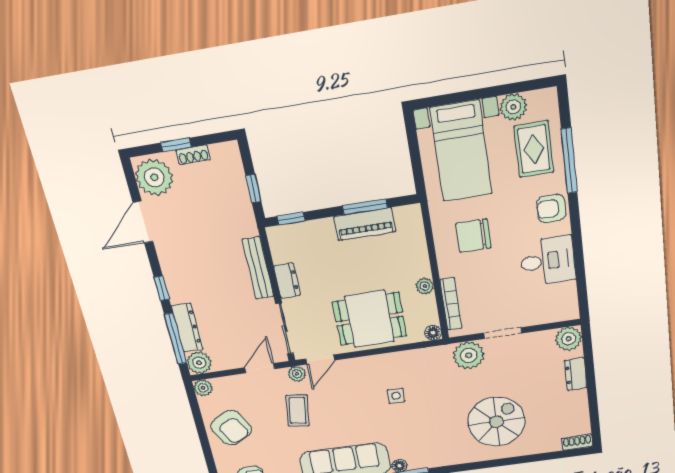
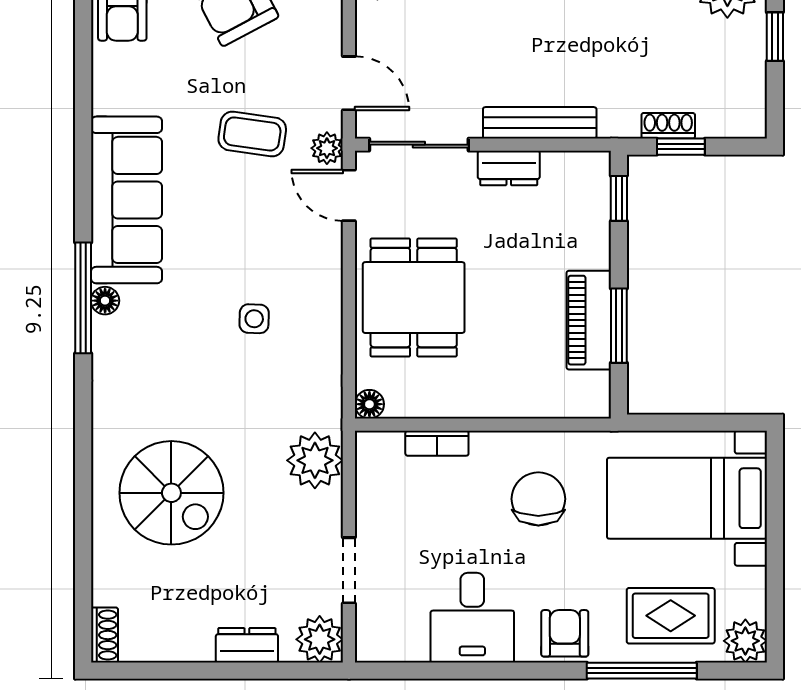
plant: (513, 107) -> (745, 641), moved
shoe rack: (193, 155) -> (668, 126), moved, turned 90
plant: (425, 286) -> (460, 403), removed
bookcase: (451, 304) -> (437, 443), width x0.64
doorway: (503, 333) -> (349, 570), moved

